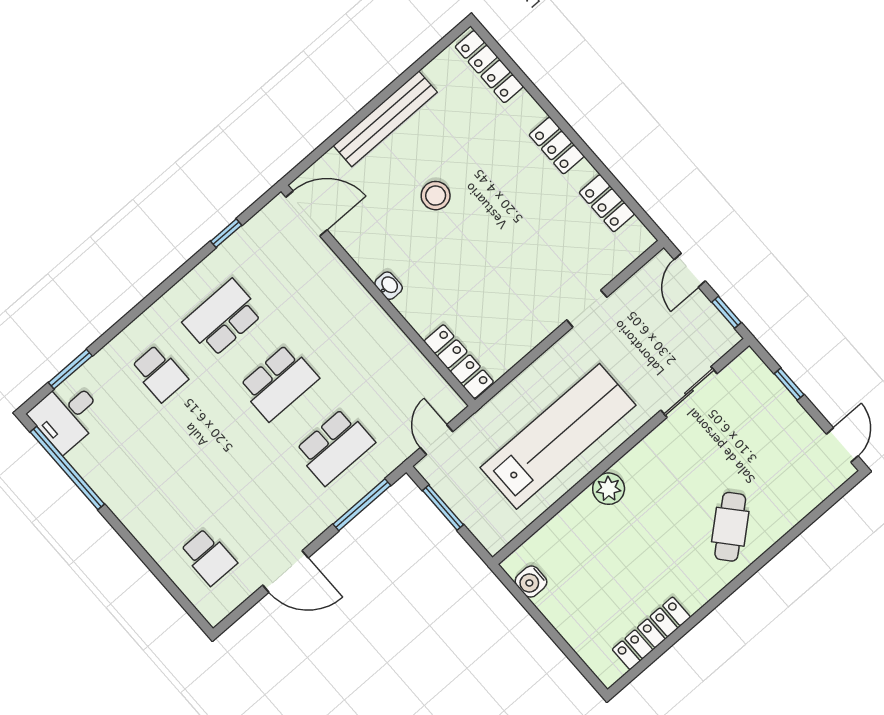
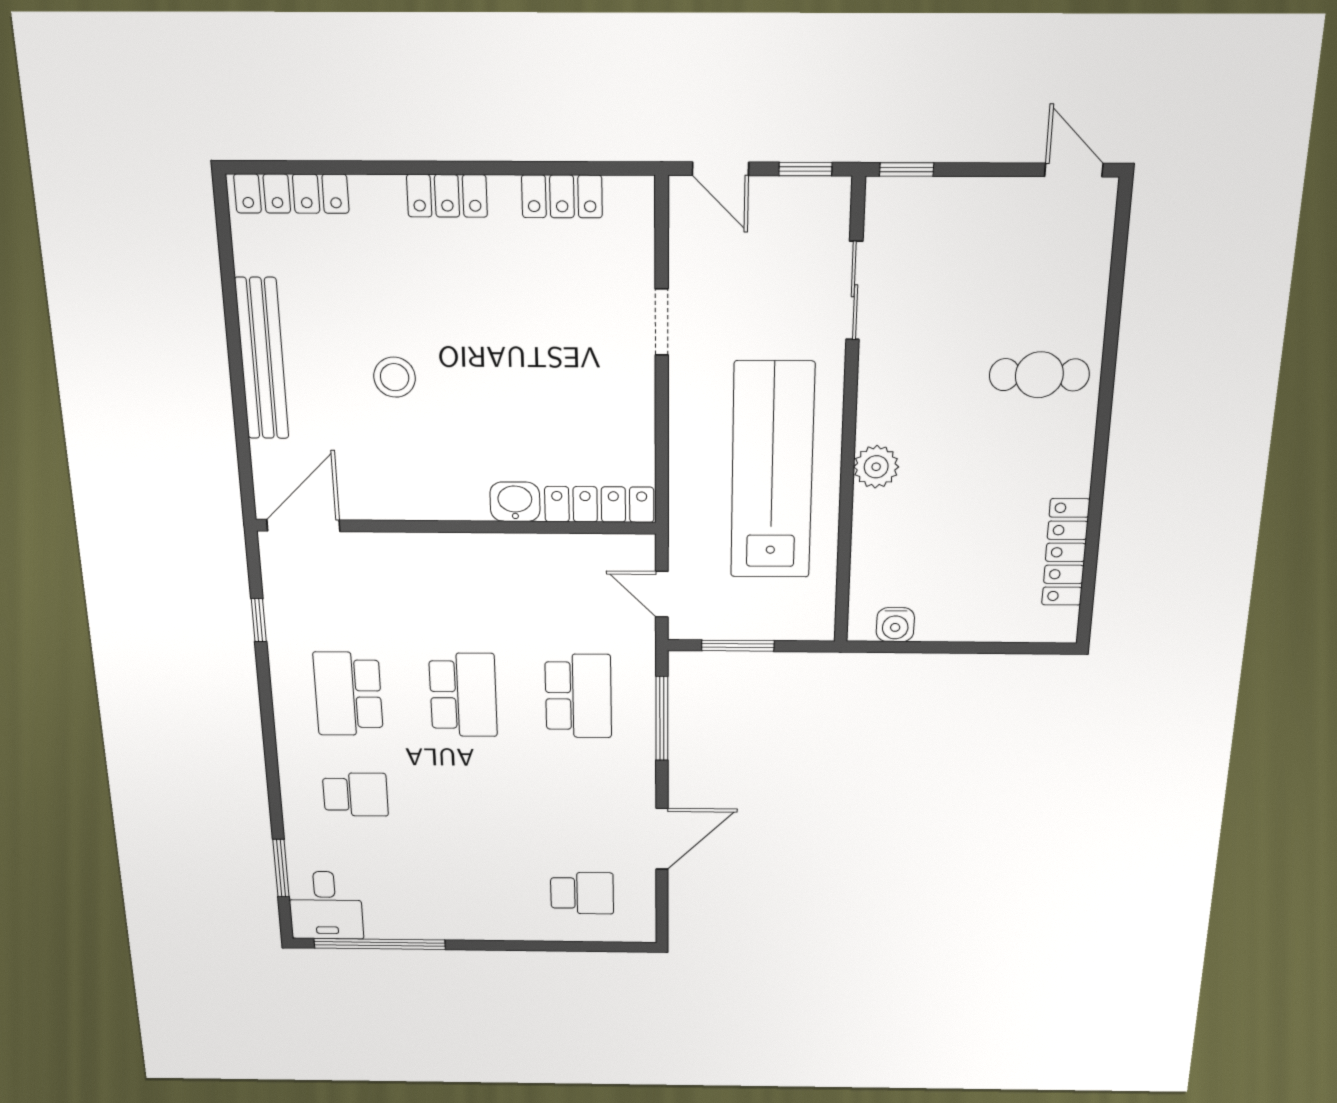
washbasin: (389, 286) -> (515, 502), moved, width x1.38, depth x1.45
window: (789, 384) -> (907, 169), moved
cafe table: (730, 527) -> (1039, 375), turned -49

